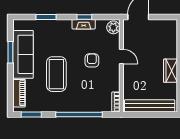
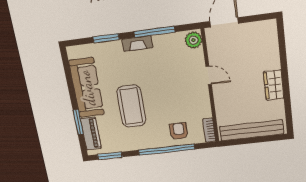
window: (84, 17) -> (154, 32), width x2.17
fireplace: (84, 24) -> (137, 43), moved
window: (10, 52) -> (78, 122), moved
armchair: (92, 60) -> (179, 131), moved

